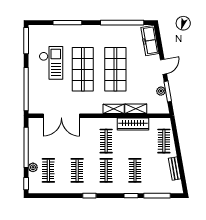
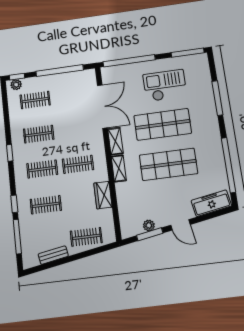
checkout: (51, 63) -> (165, 85), turned 180
shelving: (136, 109) -> (115, 141), moved
double door: (61, 116) -> (102, 106), swing flipped
wardrobe: (133, 124) -> (103, 195), width x0.67
plant: (33, 167) -> (16, 85), moved

